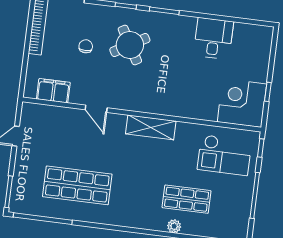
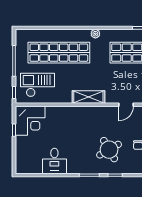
door: (96, 109) -> (126, 105), swing flipped
shop shelf: (187, 199) -> (59, 53), width x2.00, depth x1.36
plant: (174, 226) -> (95, 34), moved

